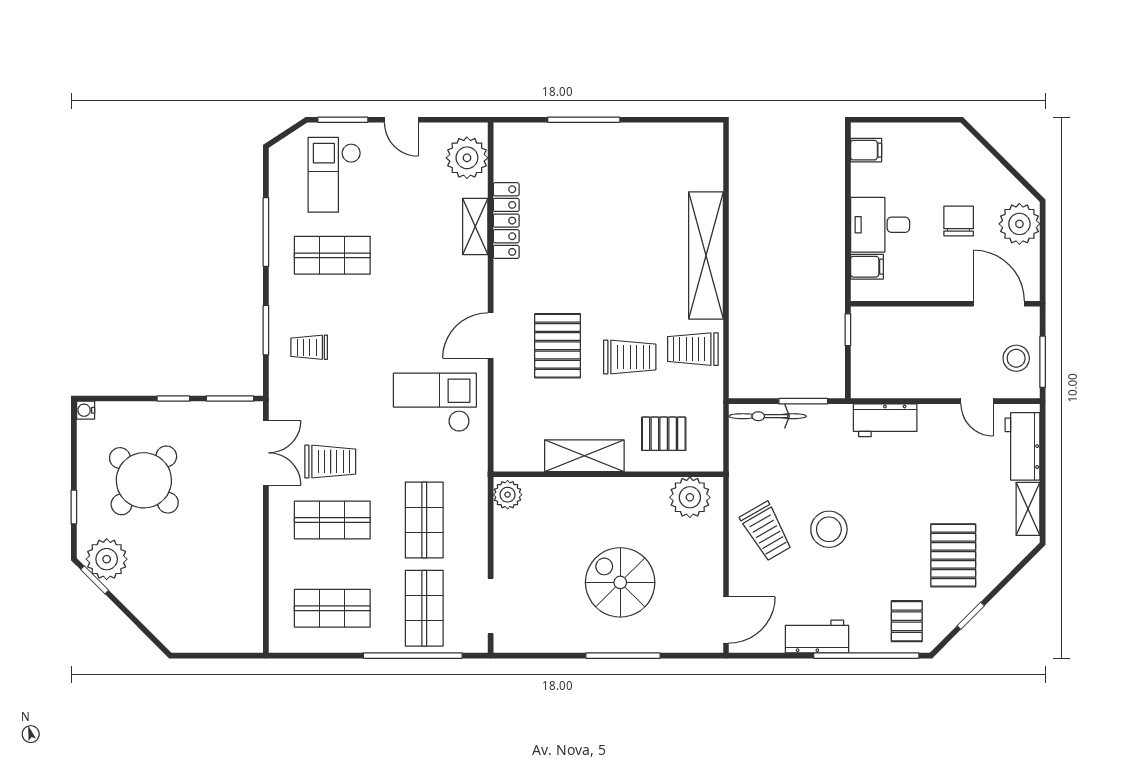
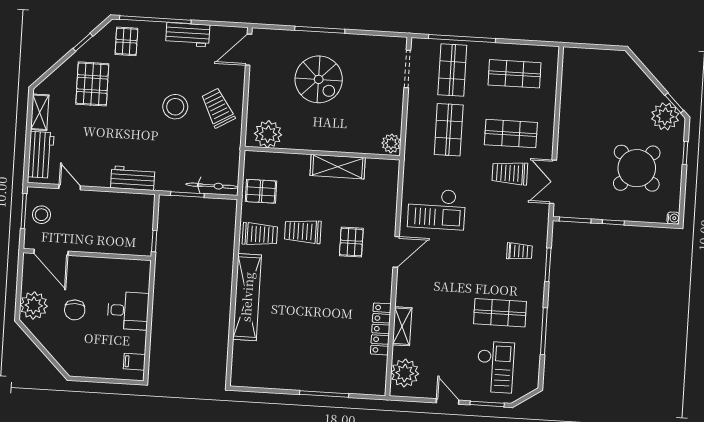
filing cabinet: (867, 267) -> (139, 283), removed
pallet: (558, 346) -> (351, 242), width x0.67, depth x0.71
pallet: (664, 434) -> (261, 191), moved

